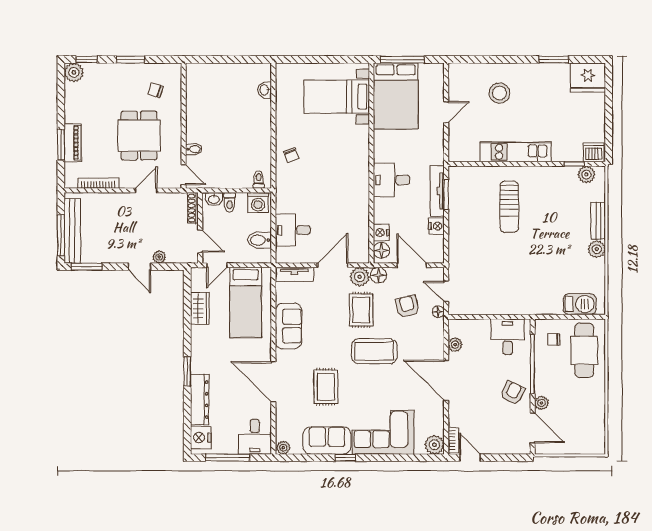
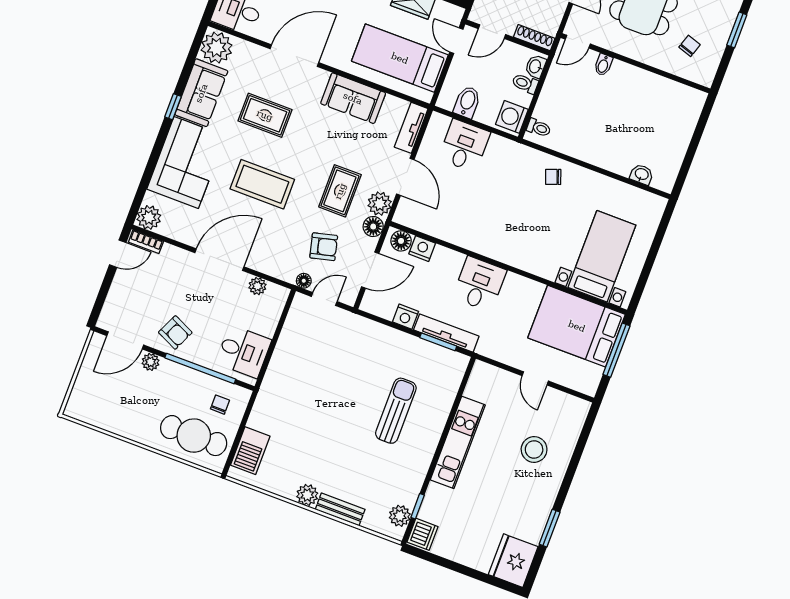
sun lounger: (509, 207) -> (396, 411), turned 90
rug: (361, 310) -> (340, 191), turned 90
coffee table: (374, 351) -> (262, 184), moved, turned 90
plant: (283, 448) -> (217, 48), width x1.87, depth x1.87

